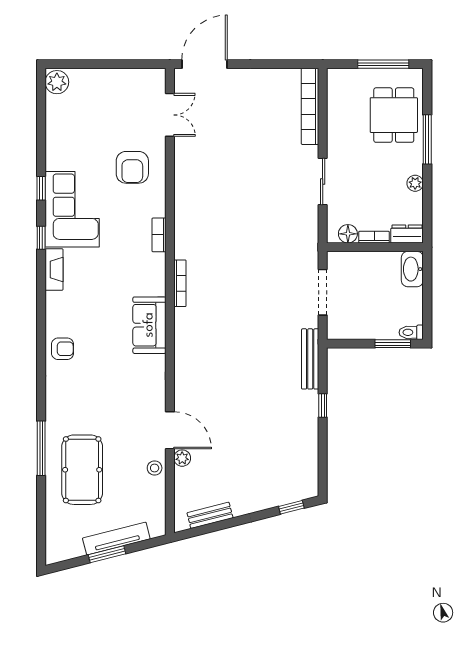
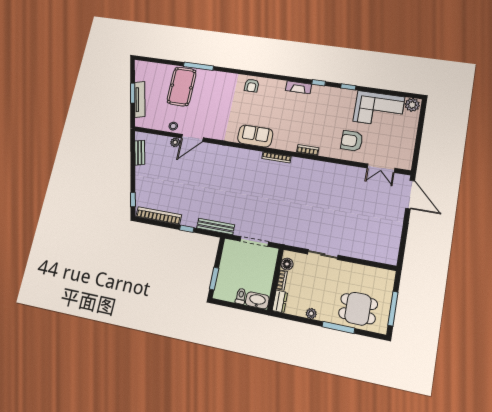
bookcase: (310, 106) -> (159, 216), moved
corner sofa: (72, 209) -> (379, 109), moved
toilet: (411, 332) -> (241, 296), moved
pool table: (82, 470) -> (182, 87), turned 90

